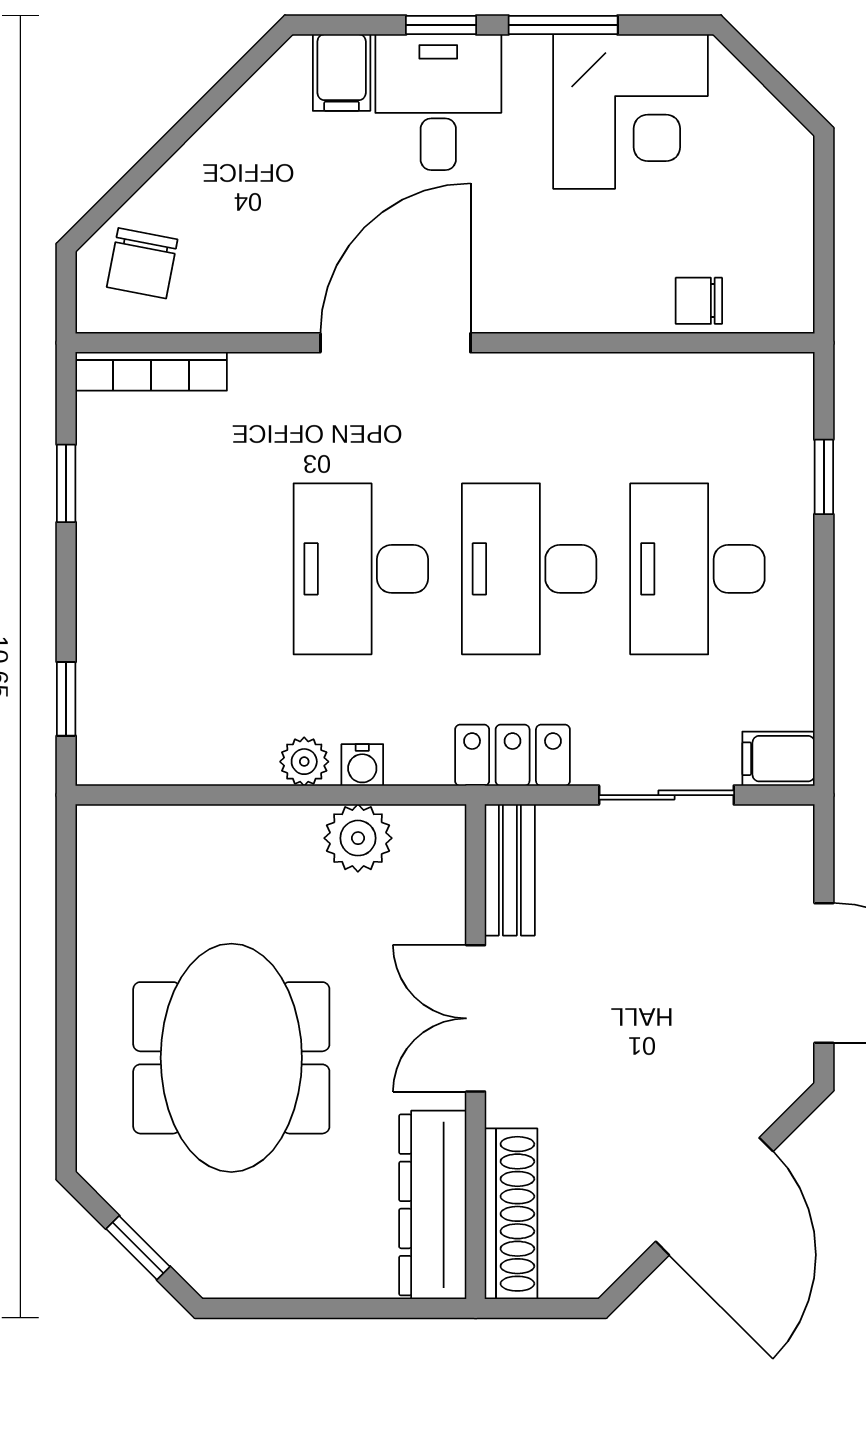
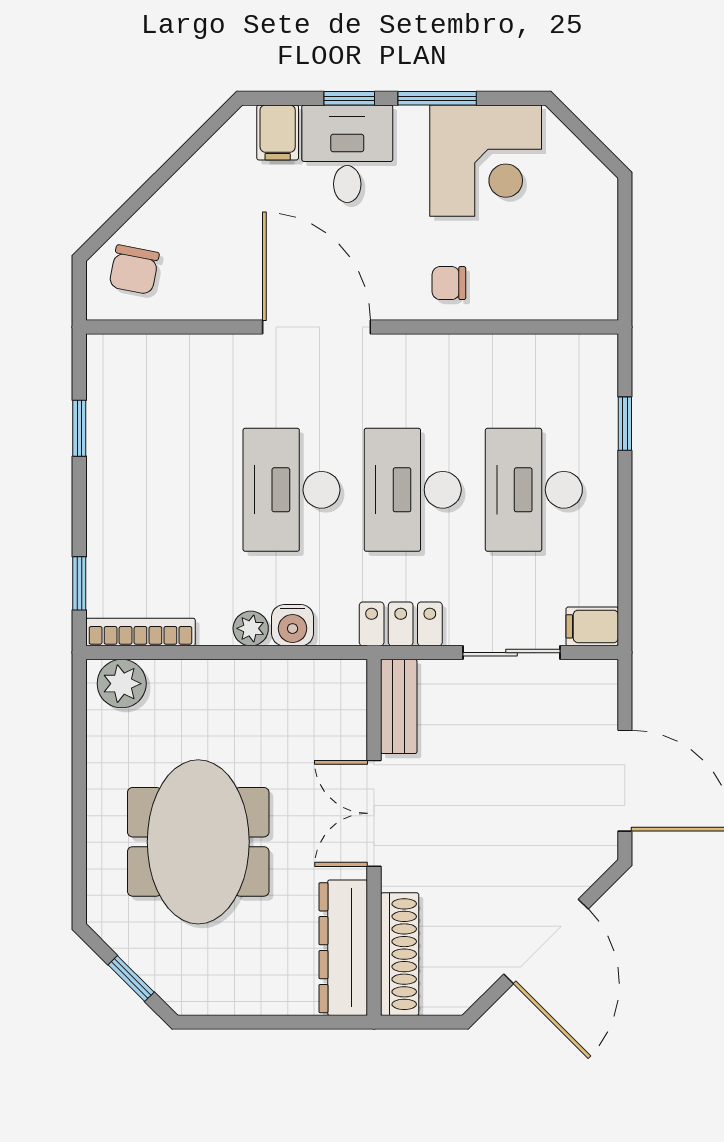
chair: (699, 301) -> (449, 283), moved
door: (395, 343) -> (316, 327), hinge flipped
bookcase: (151, 371) -> (140, 632), moved, turned 180
water cooler: (362, 765) -> (293, 625), width x1.38, depth x1.38
plant: (358, 838) -> (122, 684), moved

